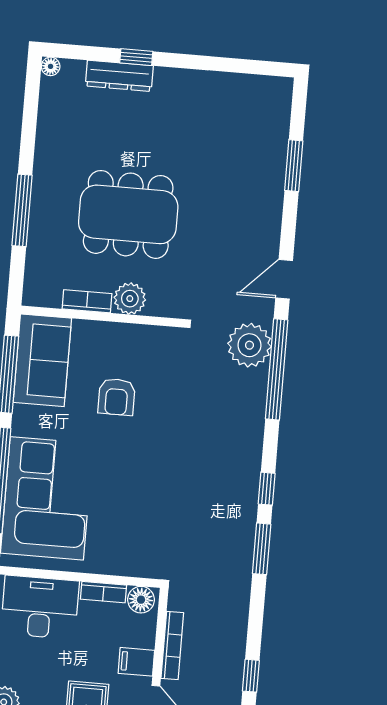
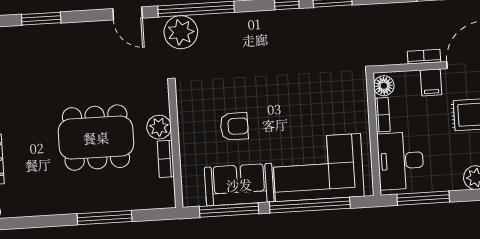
dining table: (128, 214) -> (96, 138), turned 90
sofa: (42, 360) -> (239, 185), moved
bookcase: (172, 646) -> (424, 57), width x0.64

